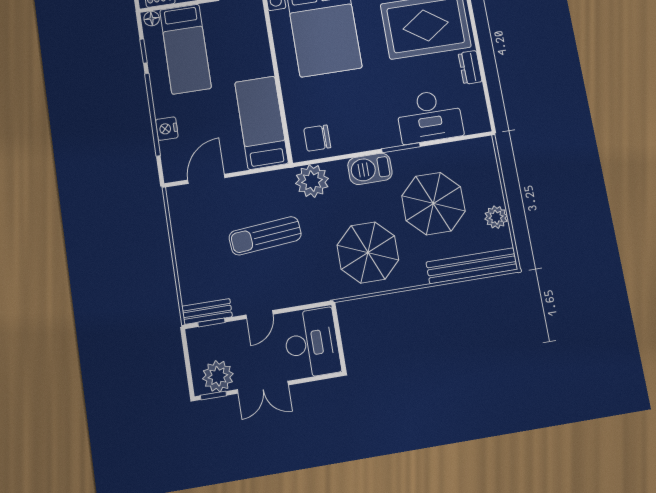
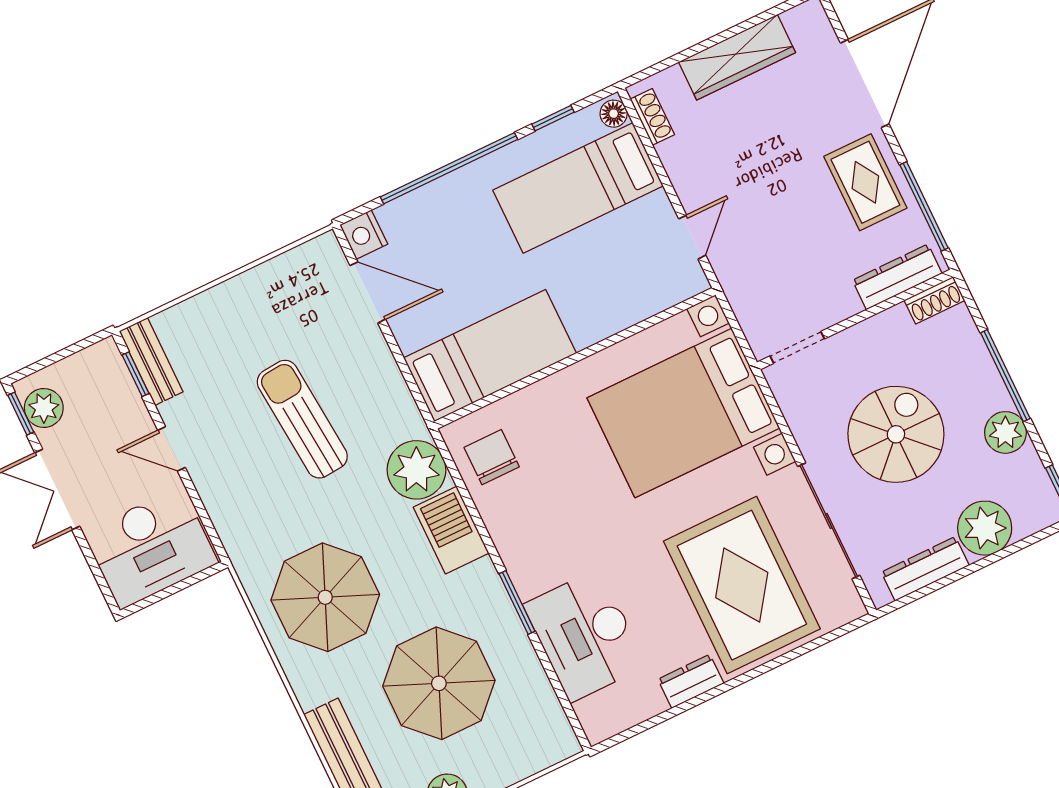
nightstand: (167, 129) -> (364, 235), moved, turned -90
barbecue: (370, 169) -> (451, 530), moved
plant: (218, 376) -> (44, 408), width x0.73, depth x0.73

